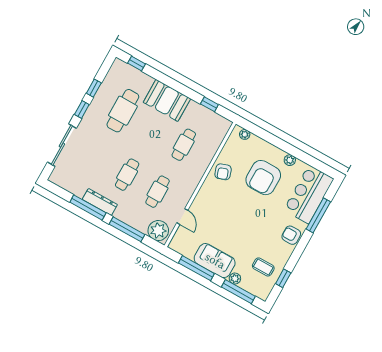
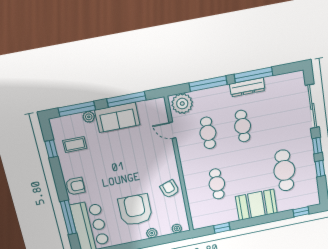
plant: (290, 160) -> (152, 233), moved

